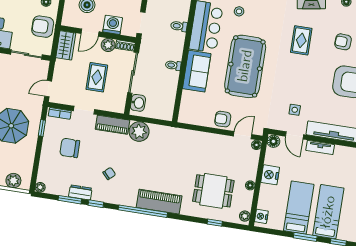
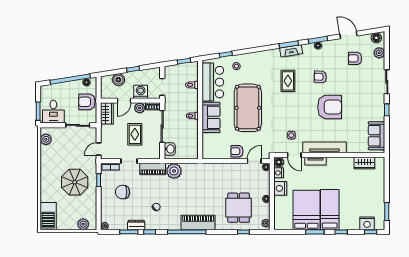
dining table: (213, 191) -> (239, 208), turned 90
bed: (299, 208) -> (306, 210), width x1.50
nightstand: (261, 216) -> (279, 173), moved

